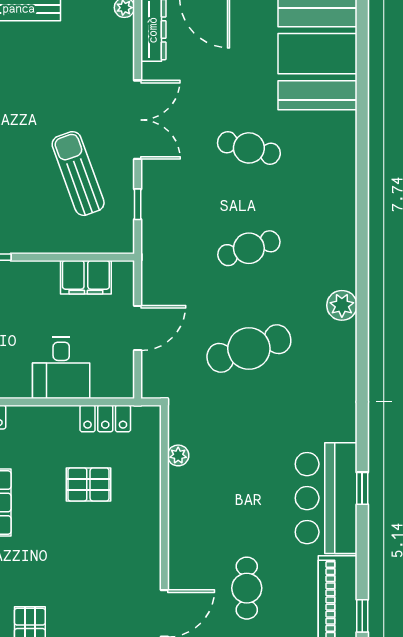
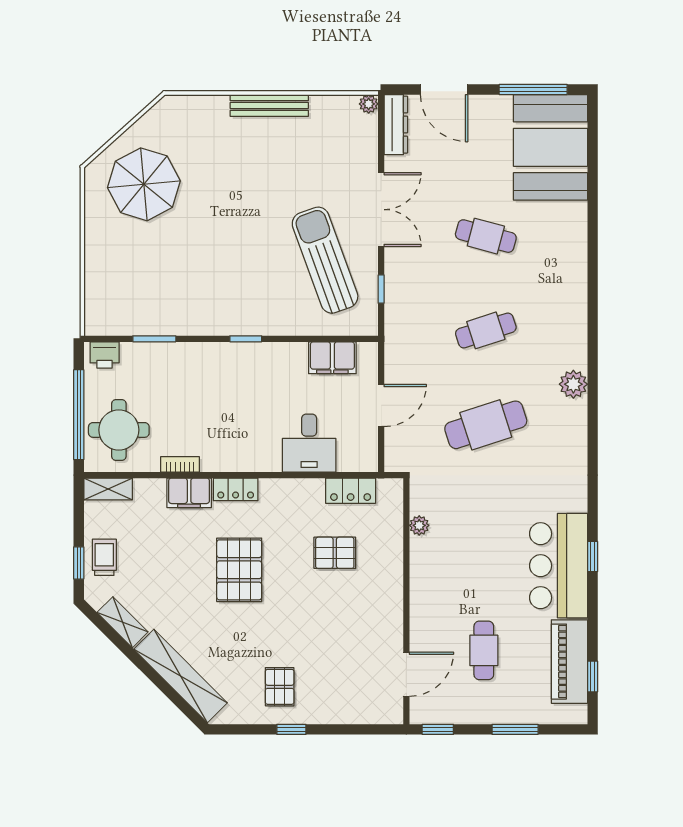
sun lounger: (78, 174) -> (325, 260), width x1.36, depth x1.34

